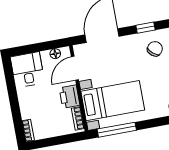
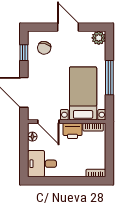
chair: (155, 49) -> (44, 48), turned -114
window: (117, 130) -> (109, 78), moved

